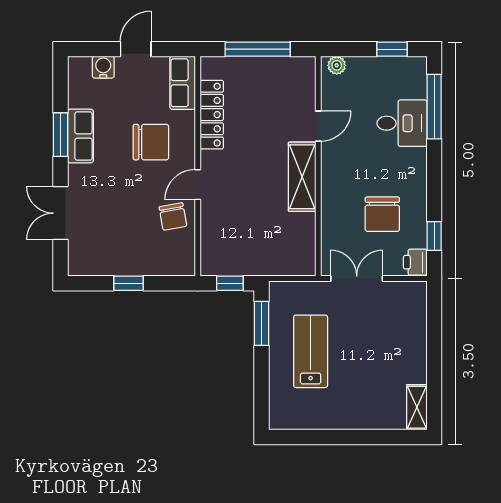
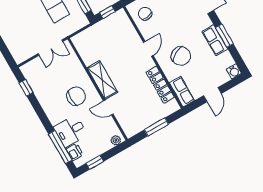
window: (258, 49) -> (156, 127), width x0.69
water cooler: (103, 67) -> (234, 71), moved
door: (318, 126) -> (108, 108), hinge flipped
chair: (151, 142) -> (181, 56), turned -118
chair: (382, 214) -> (76, 96), moved, turned 90
chair: (173, 217) -> (145, 14), moved
printer: (415, 262) -> (75, 152), moved

